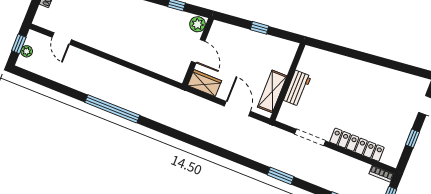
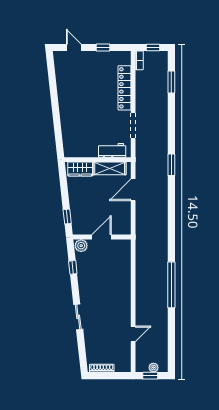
window: (259, 28) -> (67, 216), moved
door: (62, 39) -> (133, 334), moved
wardrobe: (205, 83) -> (80, 169), moved, turned -90
workbench: (297, 88) -> (112, 150), moved
window: (281, 176) -> (171, 165), moved

